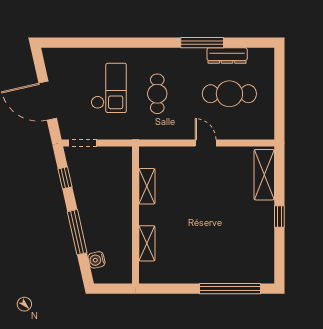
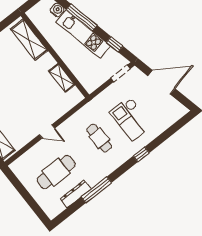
window: (127, 43) -> (141, 154), added
kitchen unit: (89, 214) -> (83, 34), added
shelving: (147, 243) -> (29, 40), width x1.50, depth x1.33

